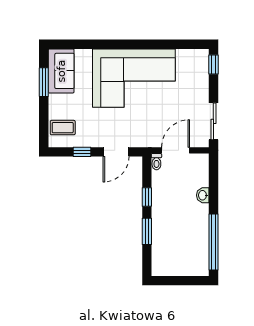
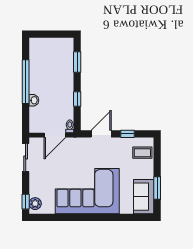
plant: (201, 62) -> (35, 204), added
window: (147, 231) -> (77, 62), moved
window: (213, 242) -> (26, 82), moved

